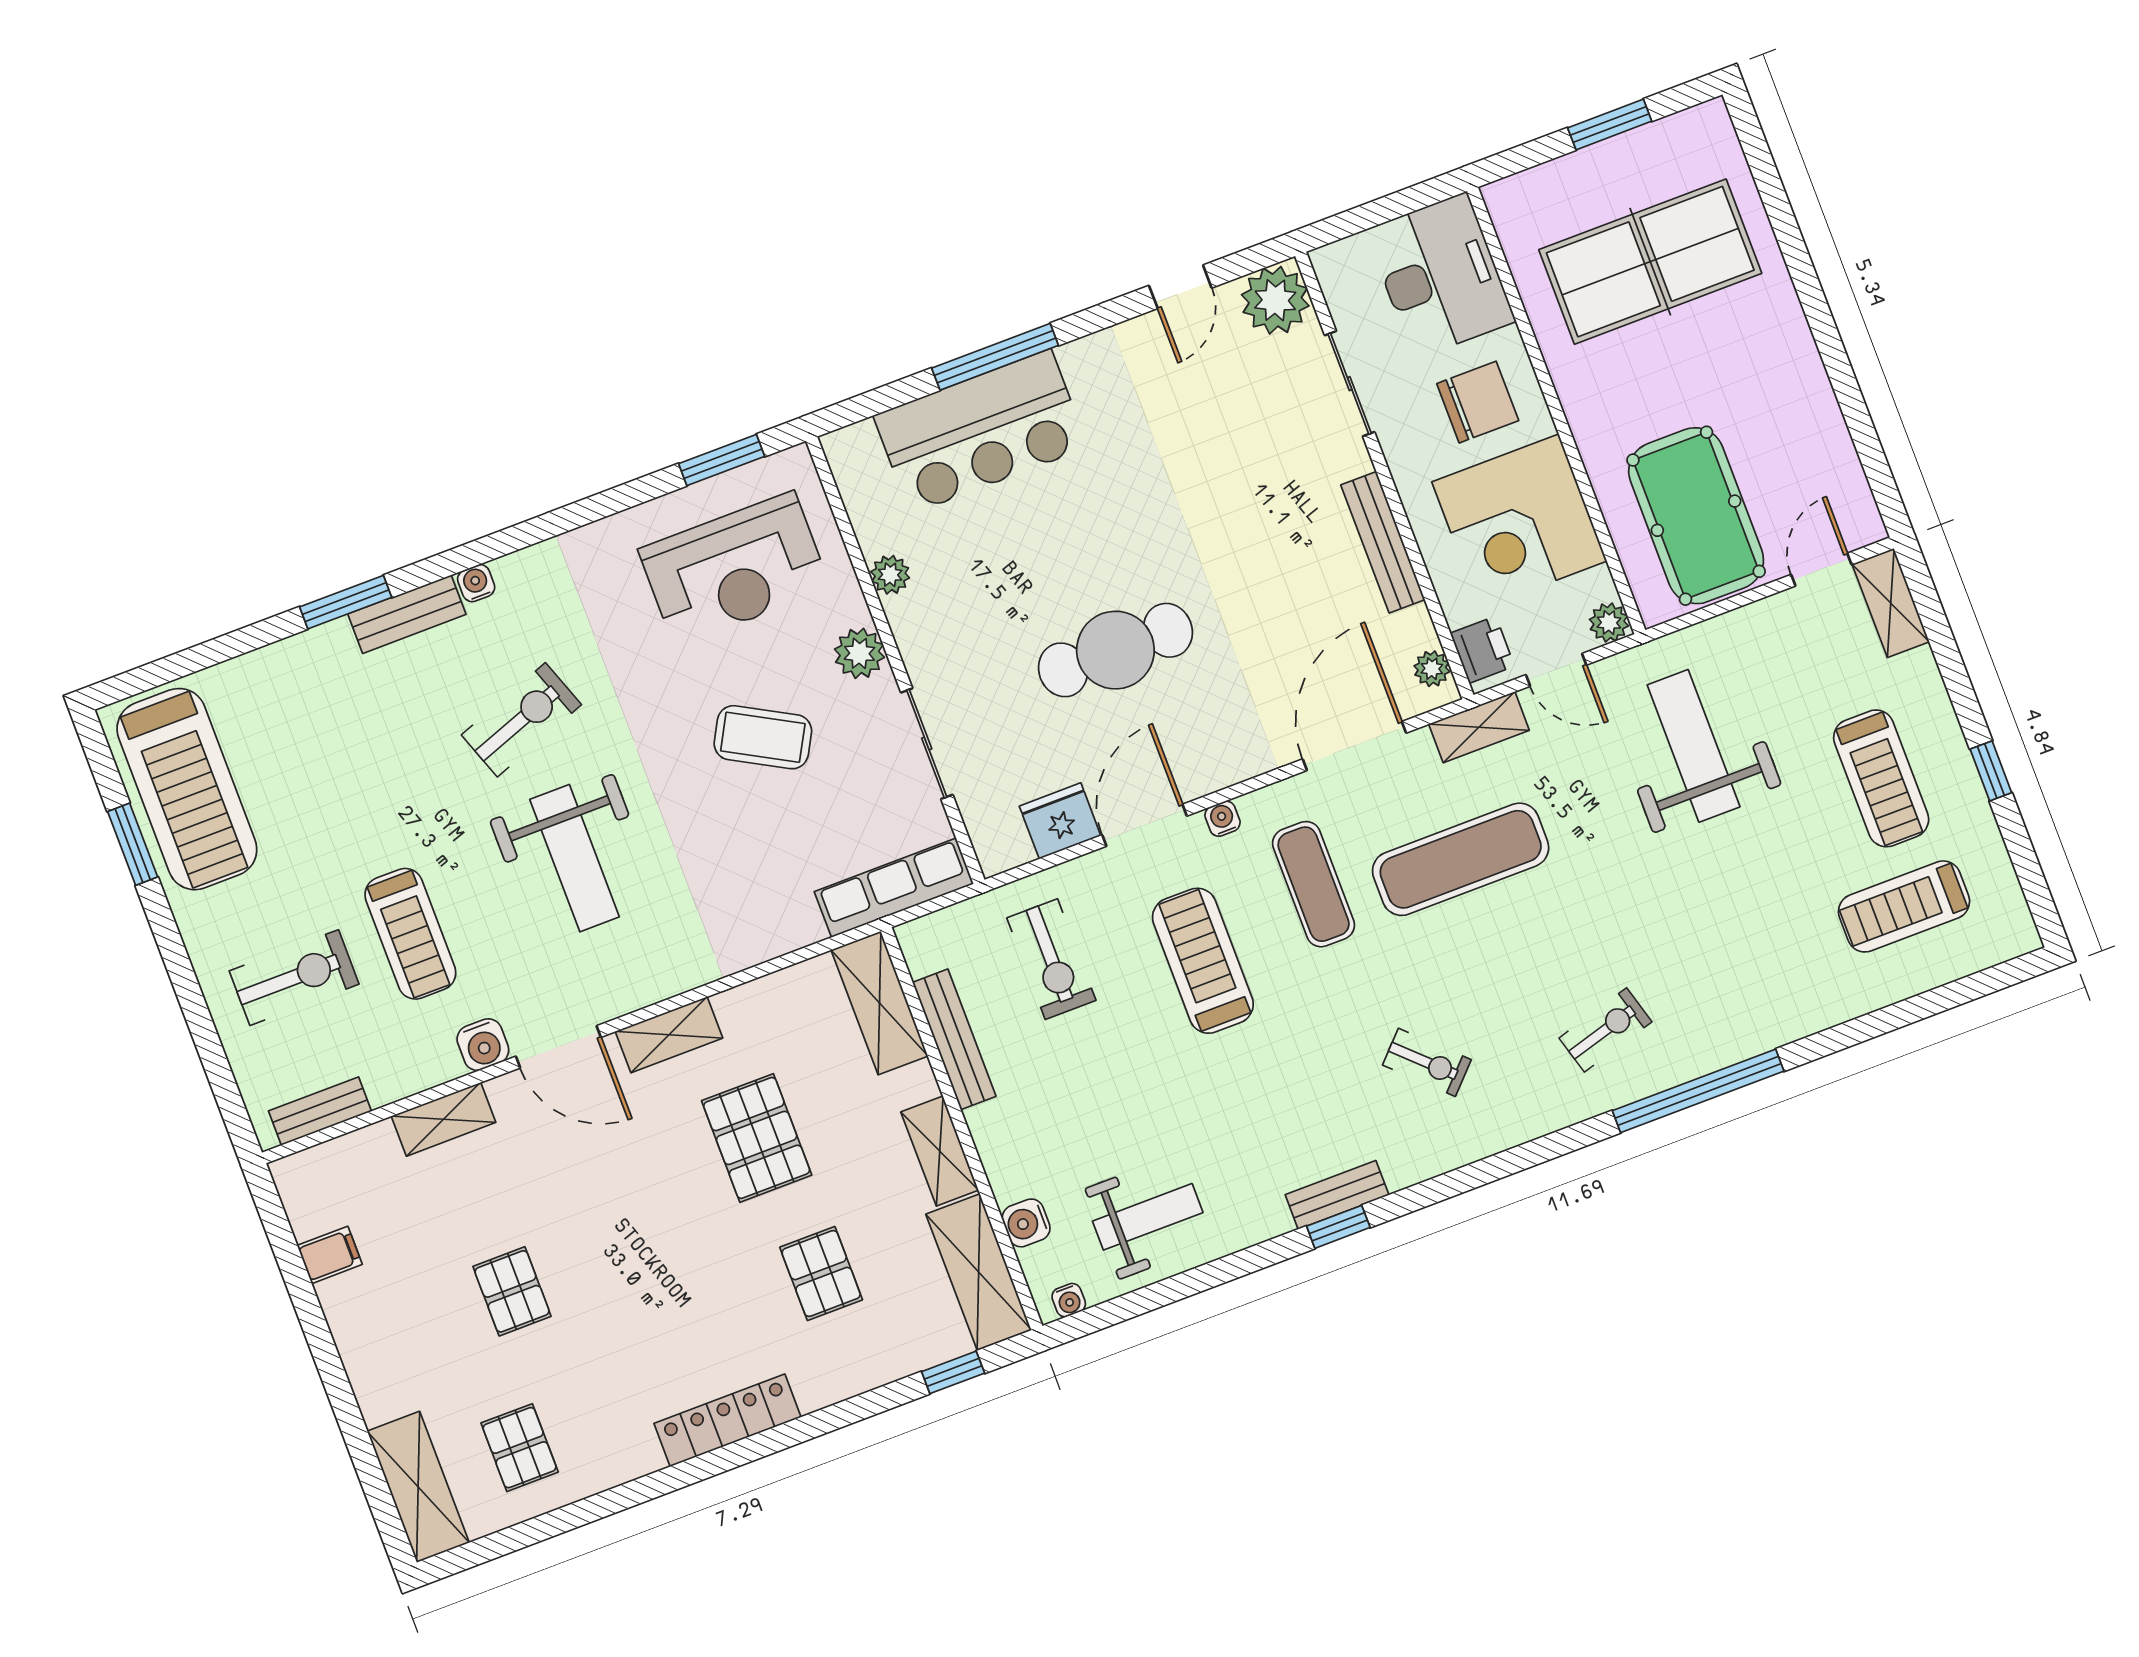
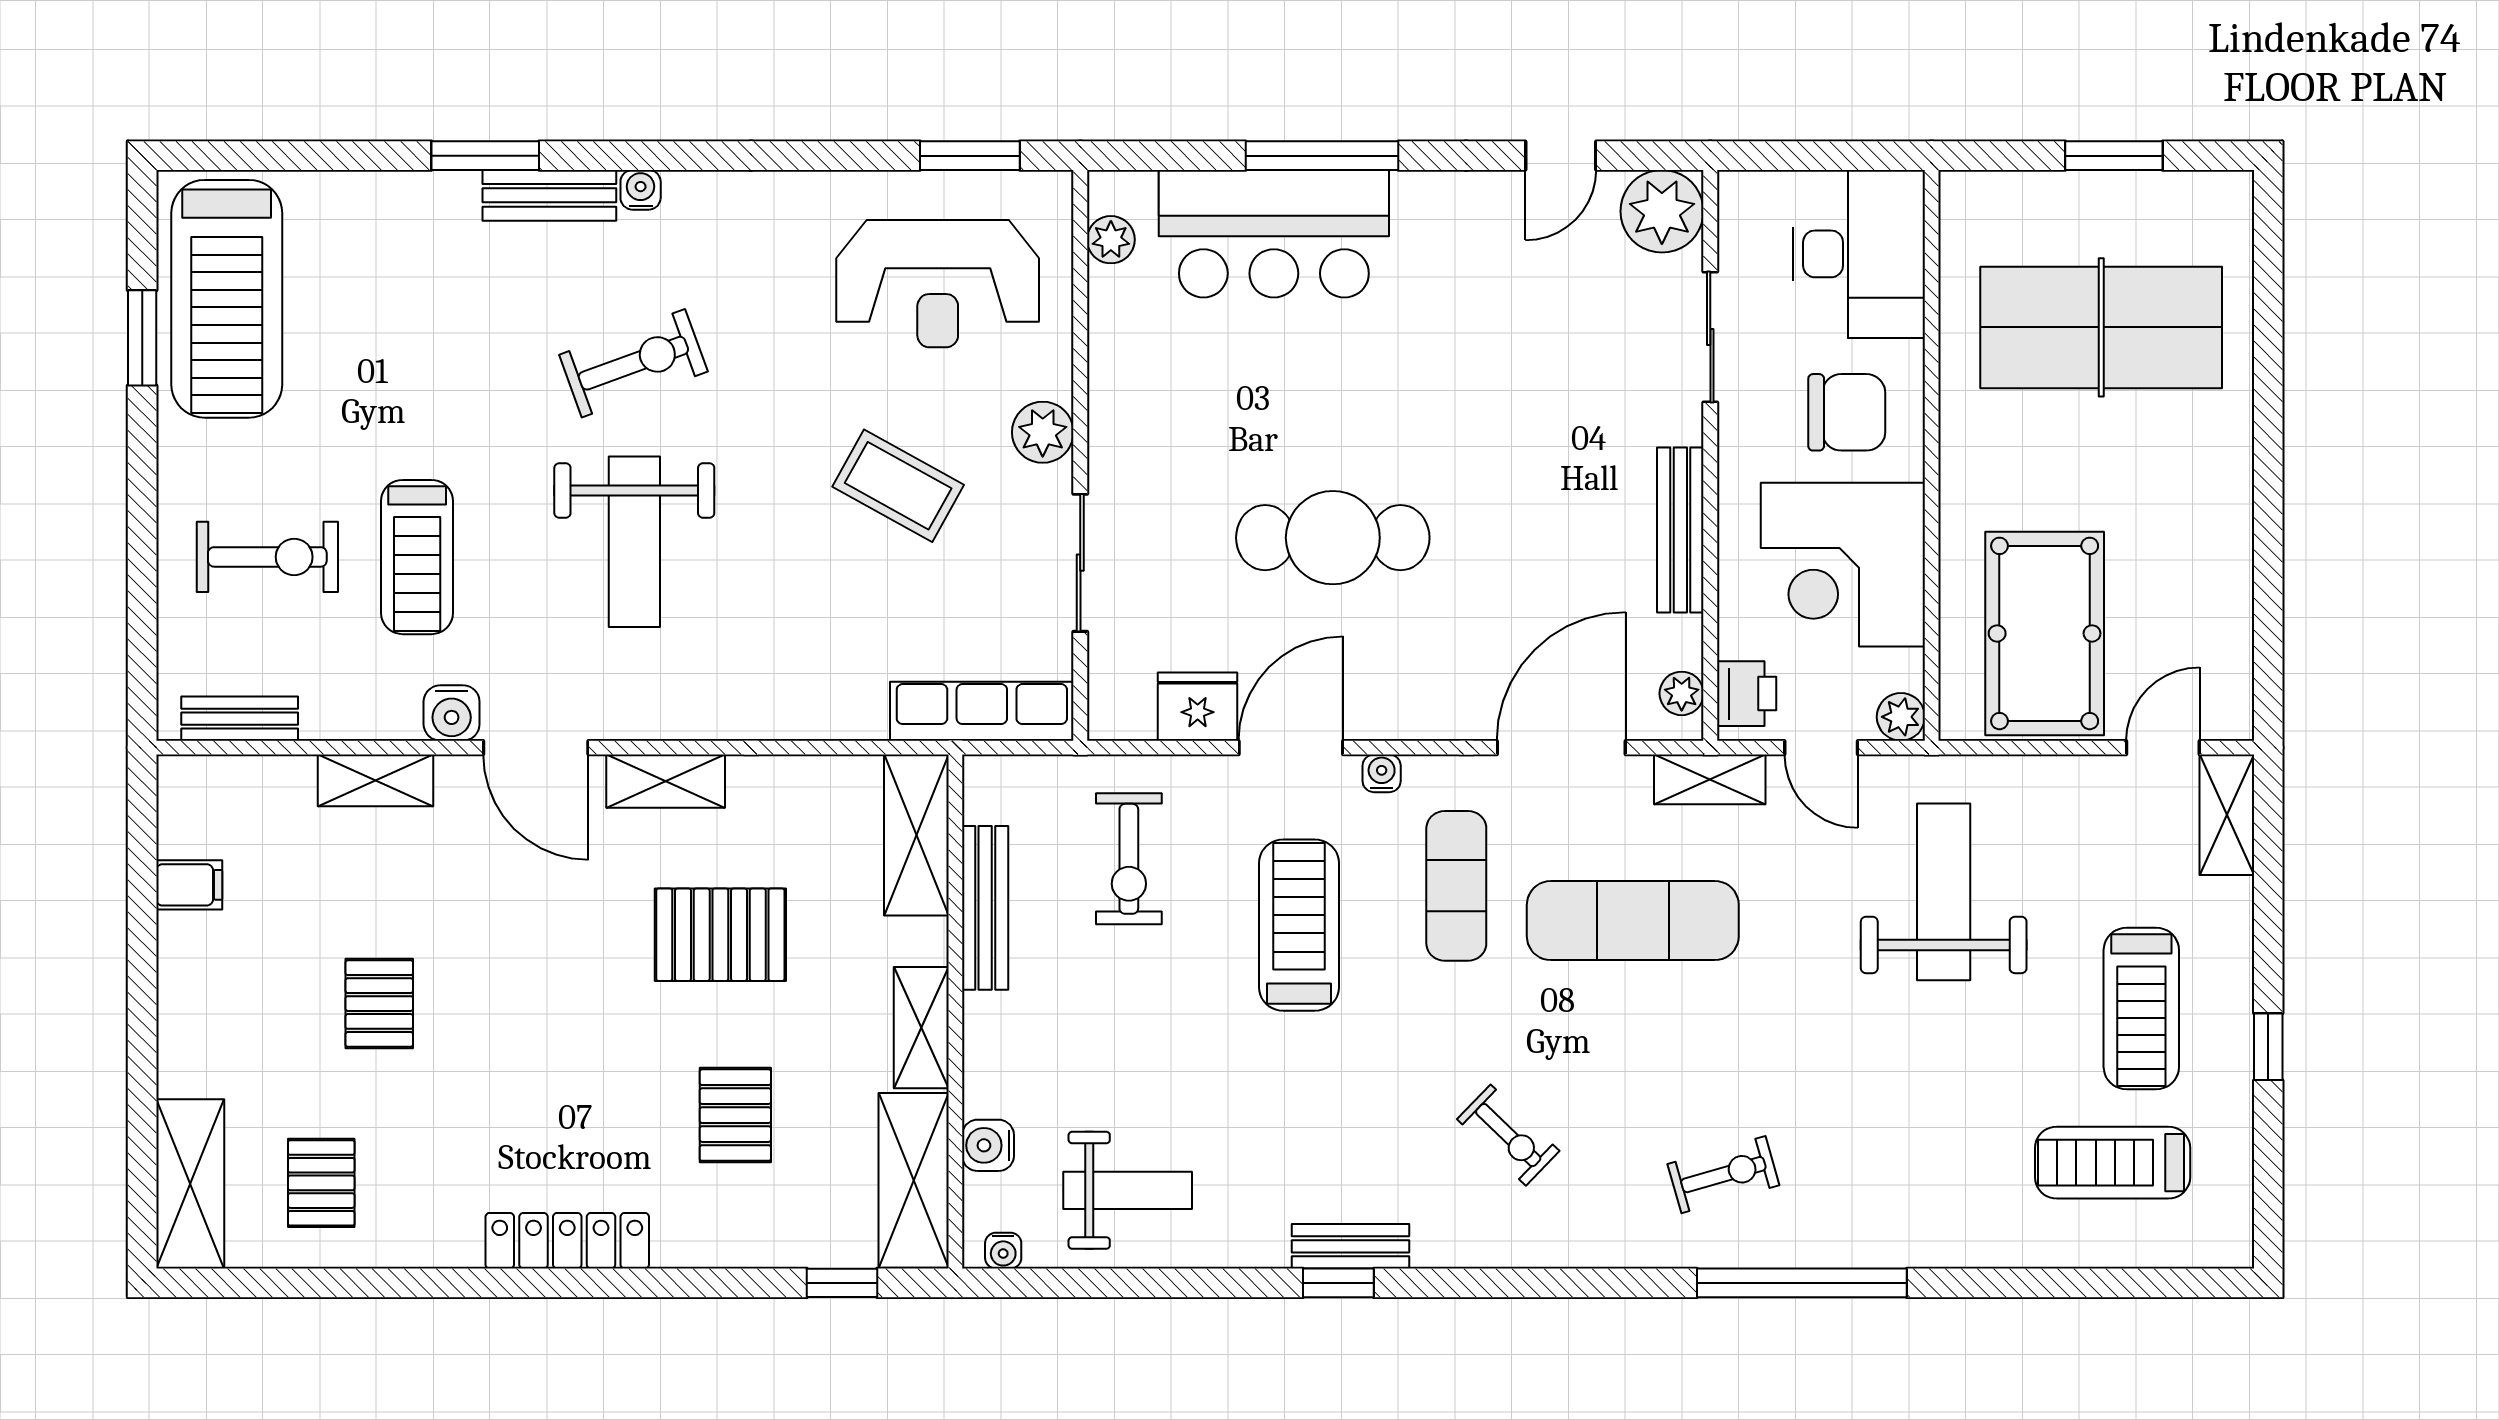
plant: (890, 575) -> (1111, 240), moved
pallet: (757, 1138) -> (720, 935), turned 90

